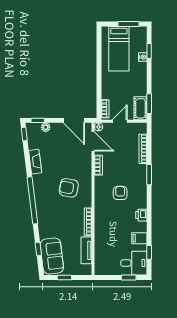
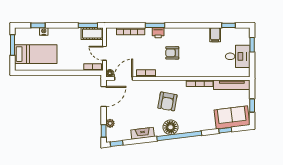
floor lamp: (41, 191) -> (171, 127), added
printer: (141, 215) -> (158, 33), moved
tv unit: (86, 250) -> (232, 85), width x1.41
desk: (134, 263) -> (238, 56), moved, turned 90

